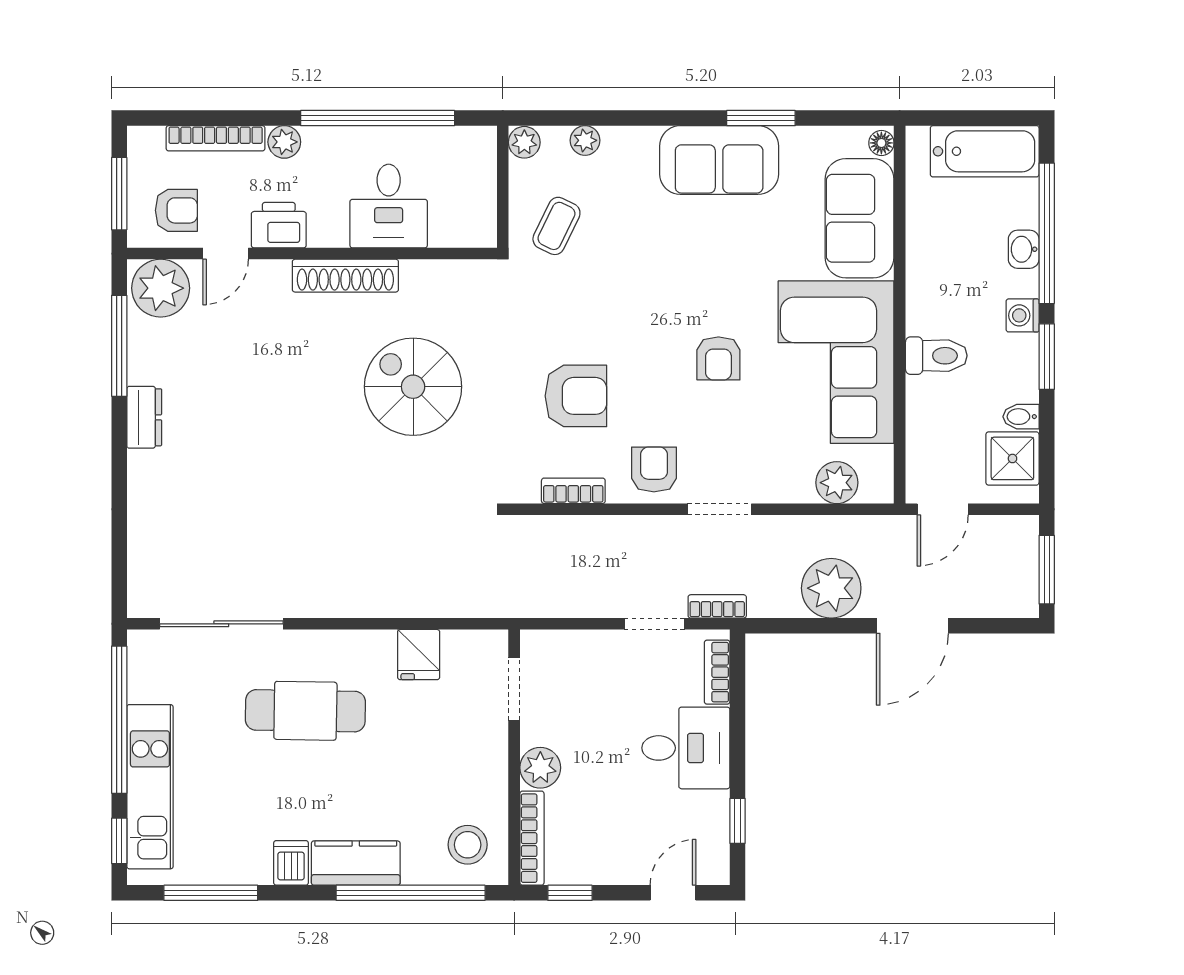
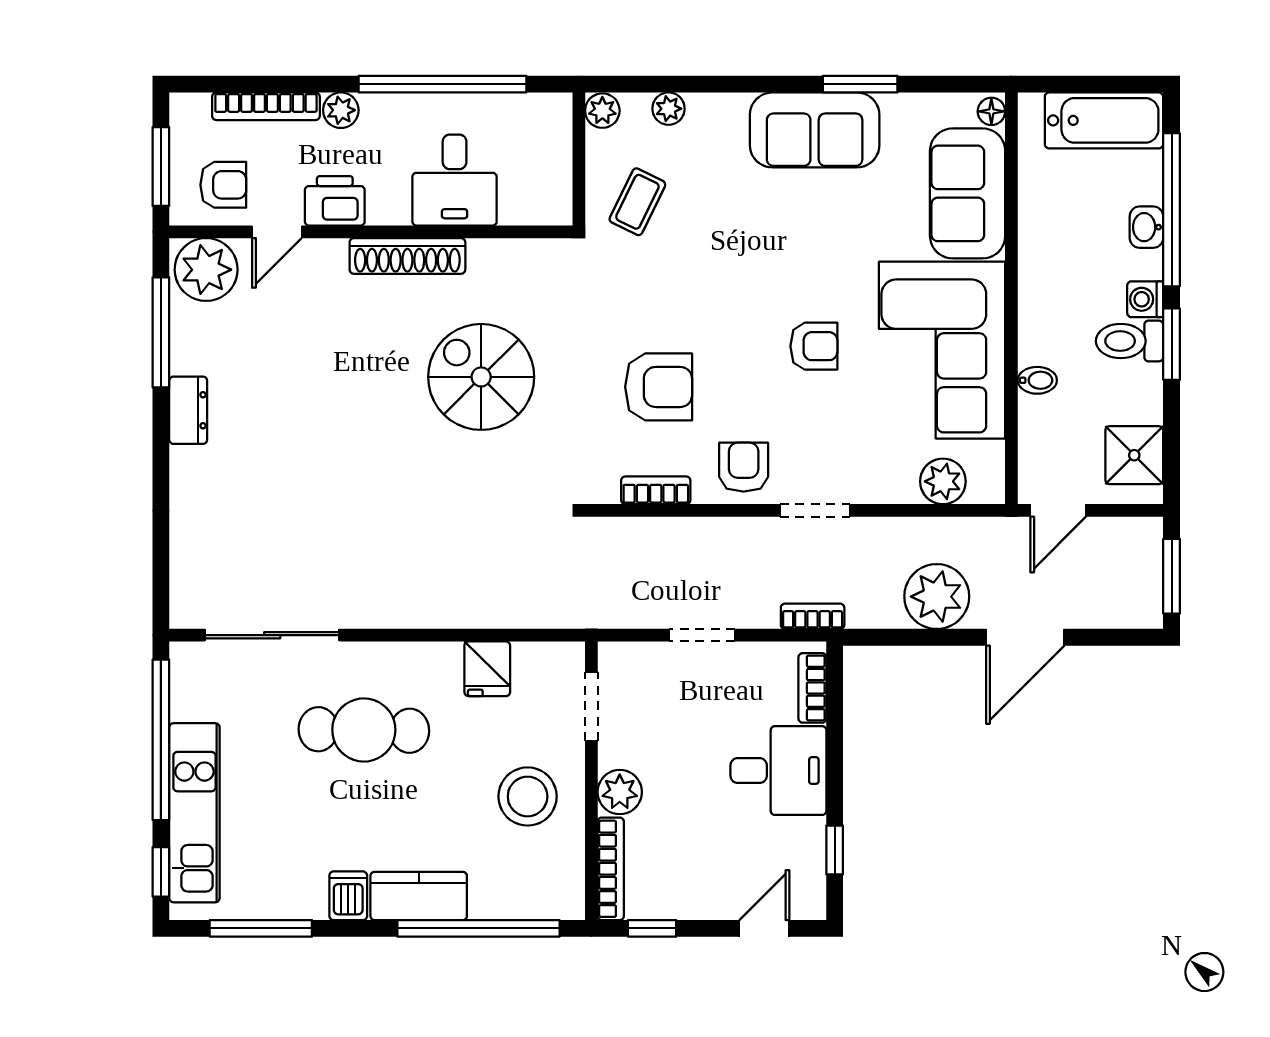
toilet: (936, 356) -> (1130, 341), moved, turned 180
armchair: (718, 358) -> (814, 346), turned -90
bidet: (1021, 417) -> (1037, 380), moved, turned 180
doorway: (655, 624) -> (702, 635), moved
stool: (468, 845) -> (528, 796), moved, width x1.38, depth x1.38

